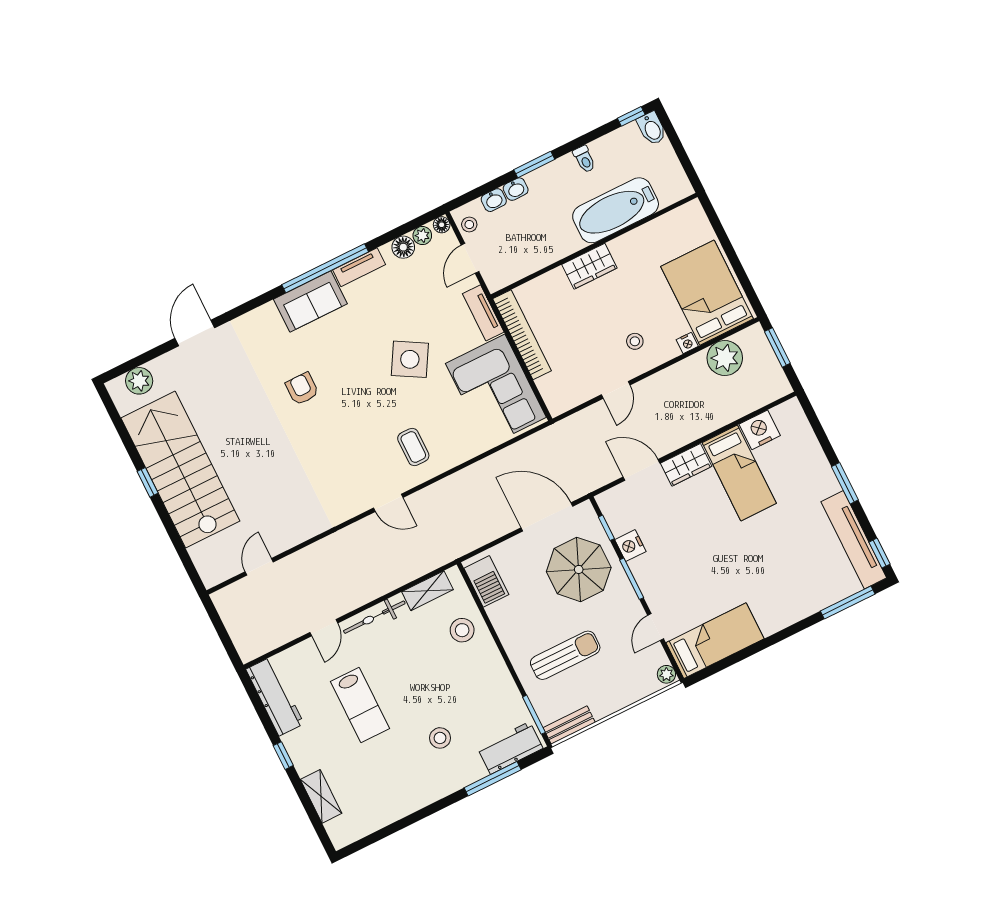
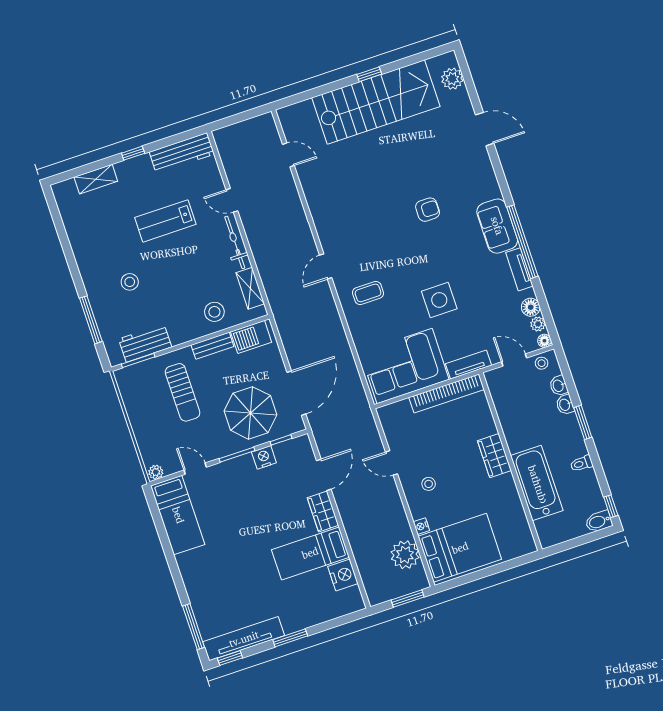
side table: (410, 359) -> (439, 300), turned -30
bench: (569, 725) -> (212, 346), moved, turned 90
workbench: (510, 748) -> (145, 343), moved, turned -90

